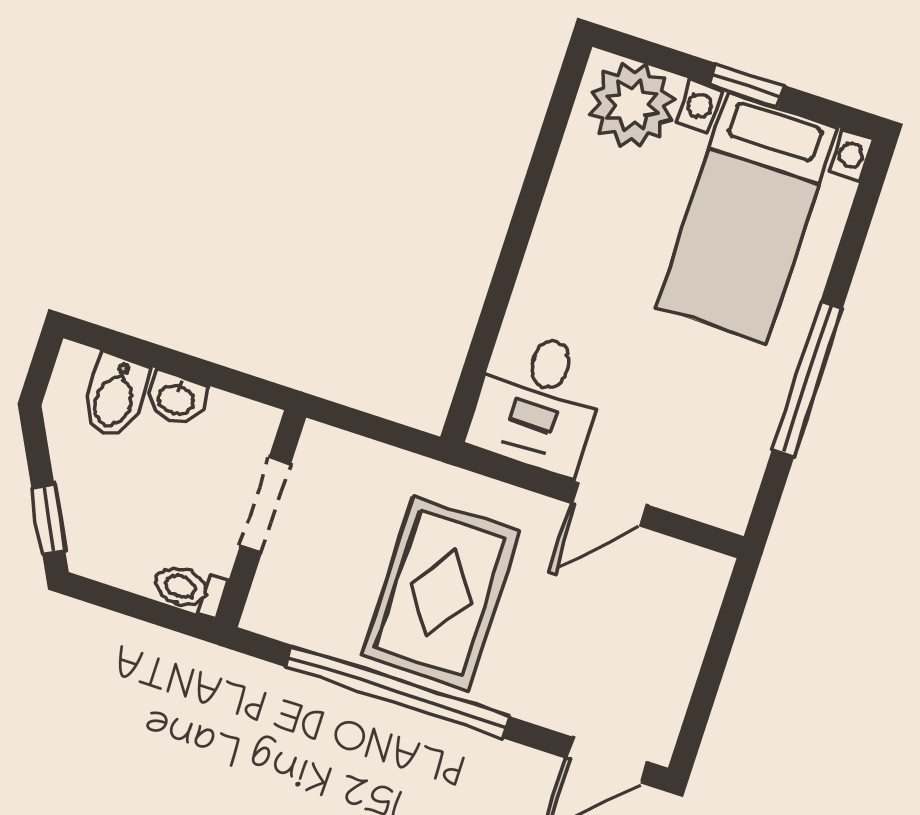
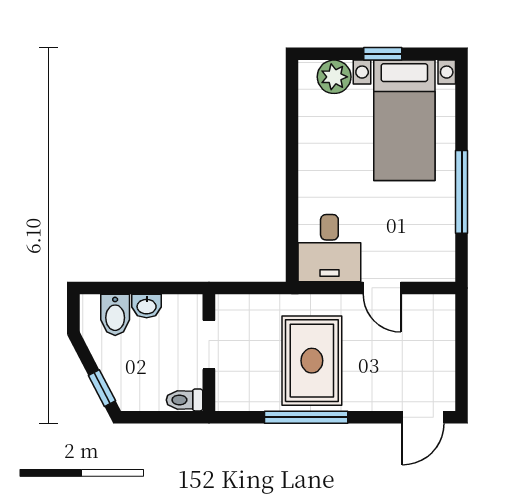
plant: (632, 105) -> (334, 77), width x0.73, depth x0.73
door: (609, 504) -> (382, 288), hinge flipped
window: (397, 692) -> (306, 417), width x0.68

